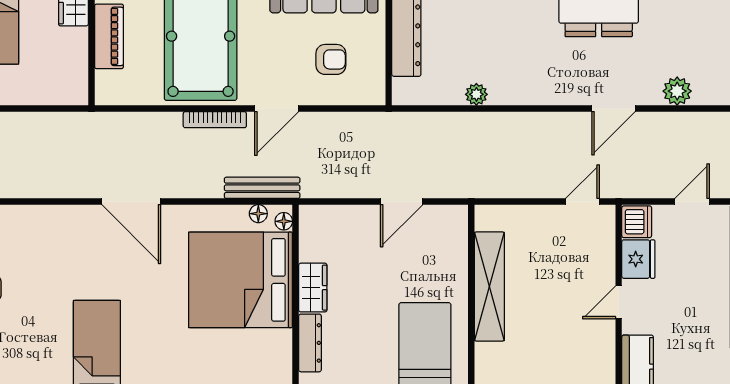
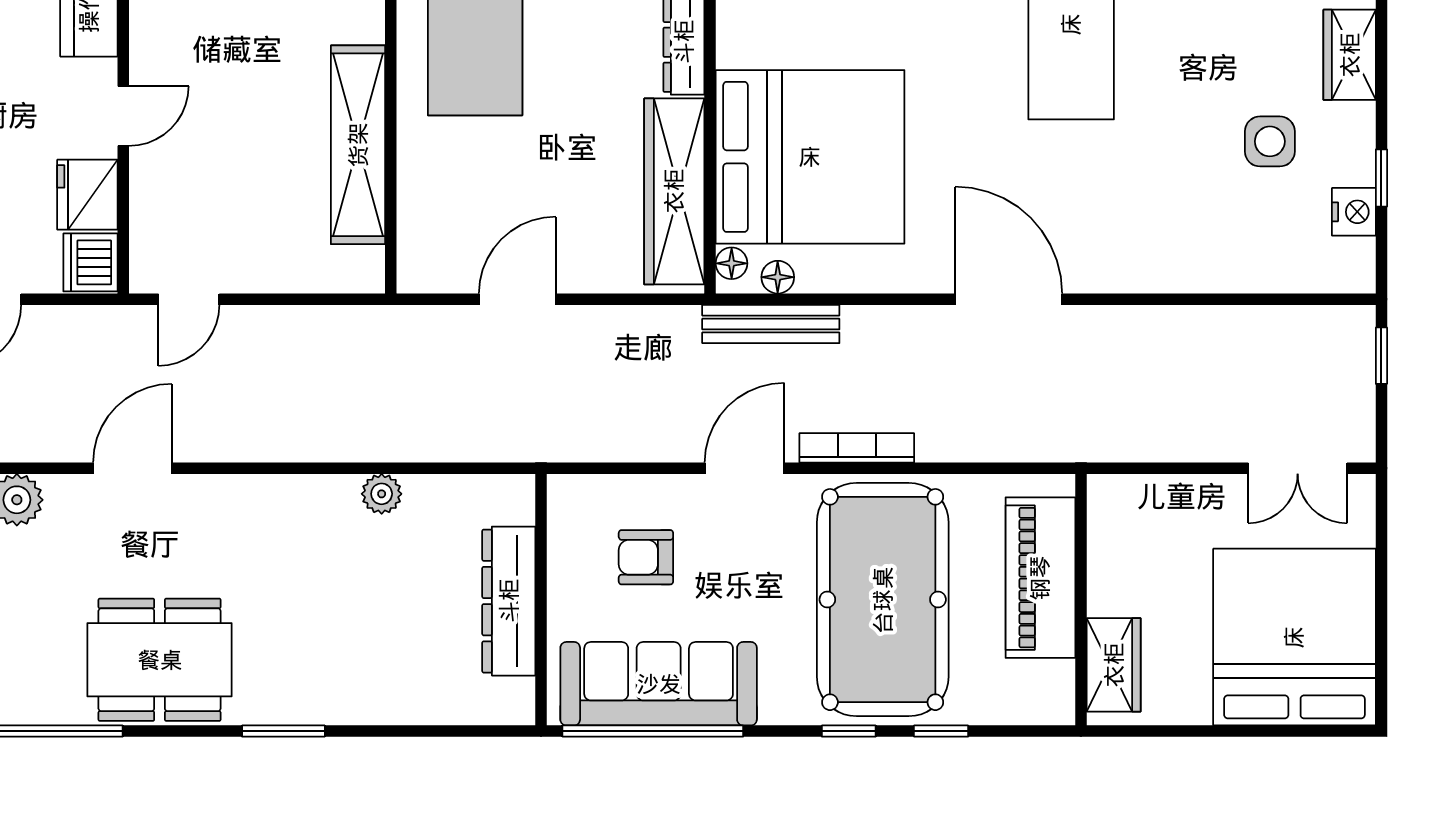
piano: (109, 36) -> (1040, 578), width x1.37, depth x1.33
wardrobe: (313, 288) -> (674, 191), width x2.10, depth x1.17

